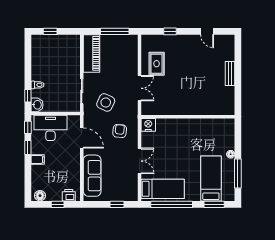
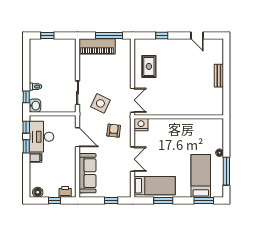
piano: (92, 53) -> (97, 46), moved, turned 90
double door: (139, 88) -> (132, 100), moved
desk: (50, 128) -> (41, 137), moved, turned -90
window: (172, 204) -> (163, 200), width x0.47

